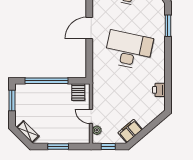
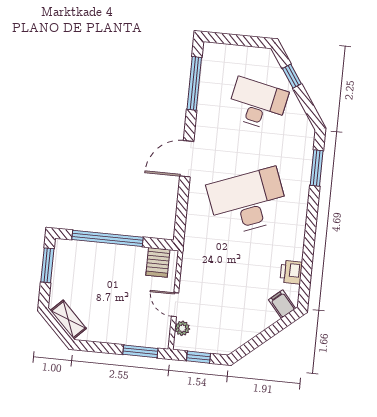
desk: (129, 50) -> (248, 202), turned -33
filing cabinet: (130, 131) -> (282, 304), moved, width x0.50
window: (58, 147) -> (140, 351), moved

